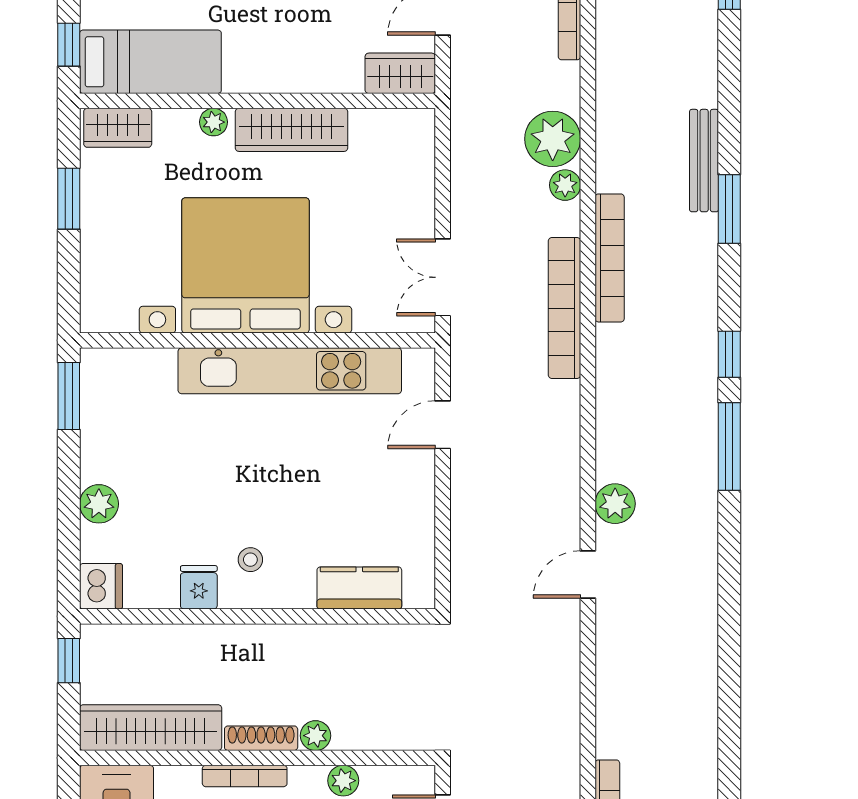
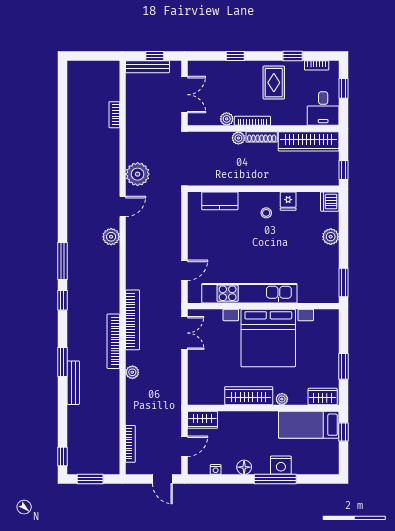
plant: (553, 139) -> (138, 174), moved
bookcase: (245, 776) -> (252, 121), moved

